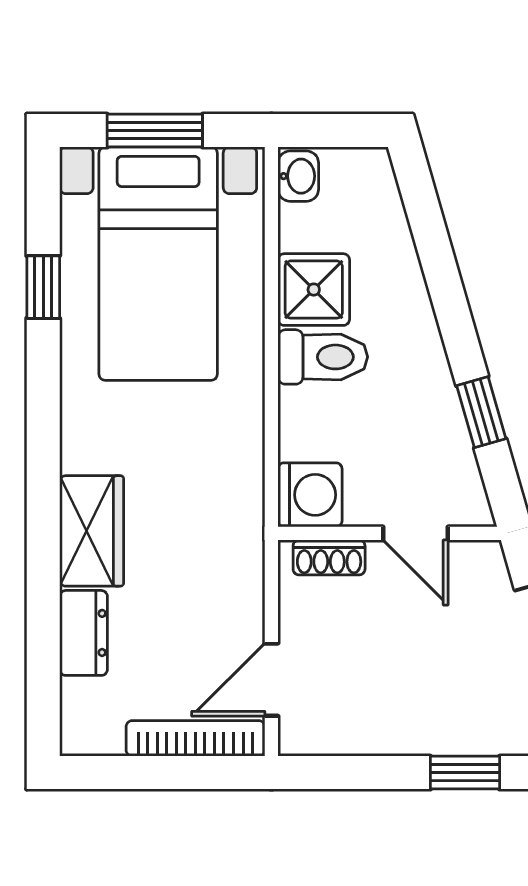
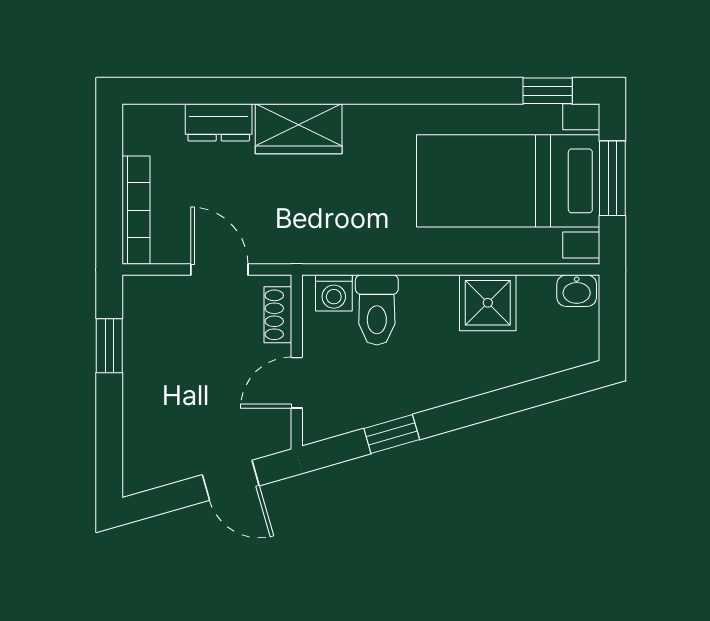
window: (43, 287) -> (548, 91), moved
toilet: (323, 357) -> (377, 310), moved
washing machine: (310, 495) -> (334, 293), width x0.73, depth x0.73
door: (271, 680) -> (219, 270), moved
window: (465, 773) -> (109, 346), moved

